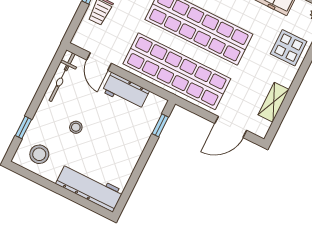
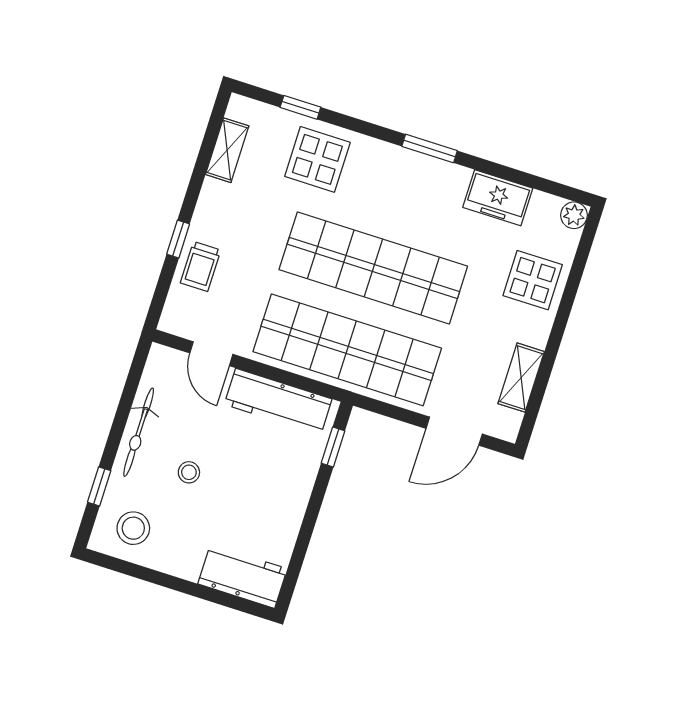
bicycle: (62, 77) -> (139, 432), moved
workbench: (126, 91) -> (278, 402), width x1.38
workbench: (90, 187) -> (243, 576), width x0.73

